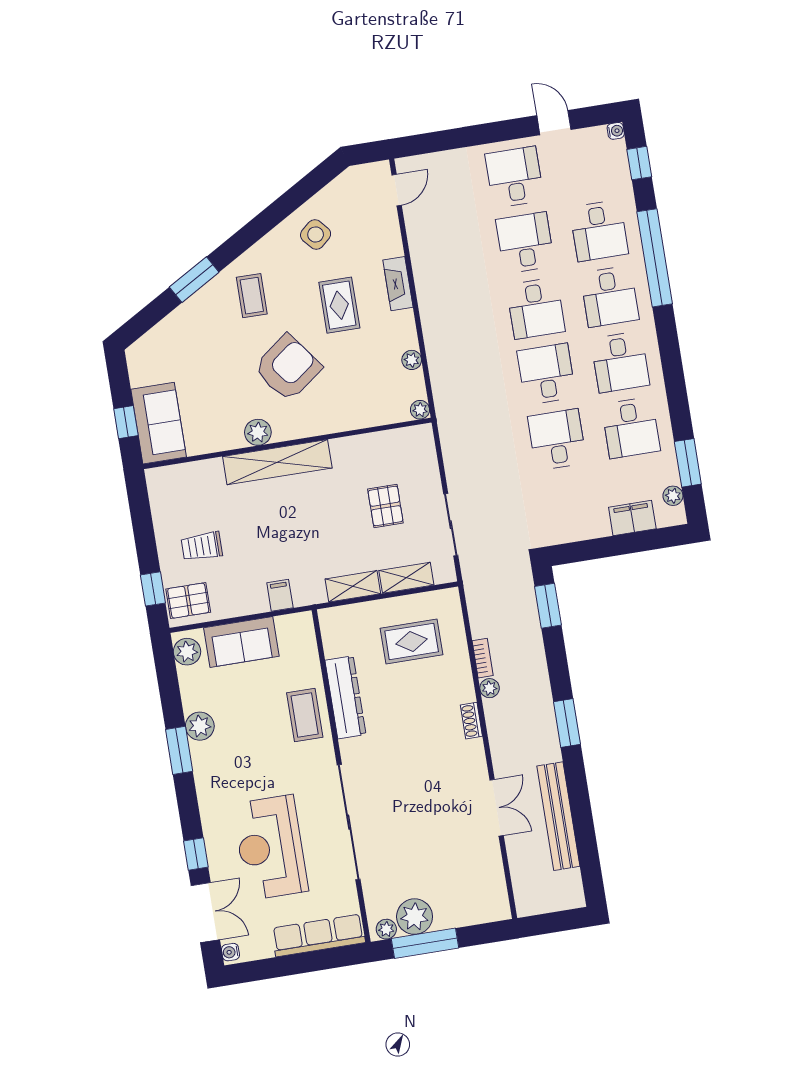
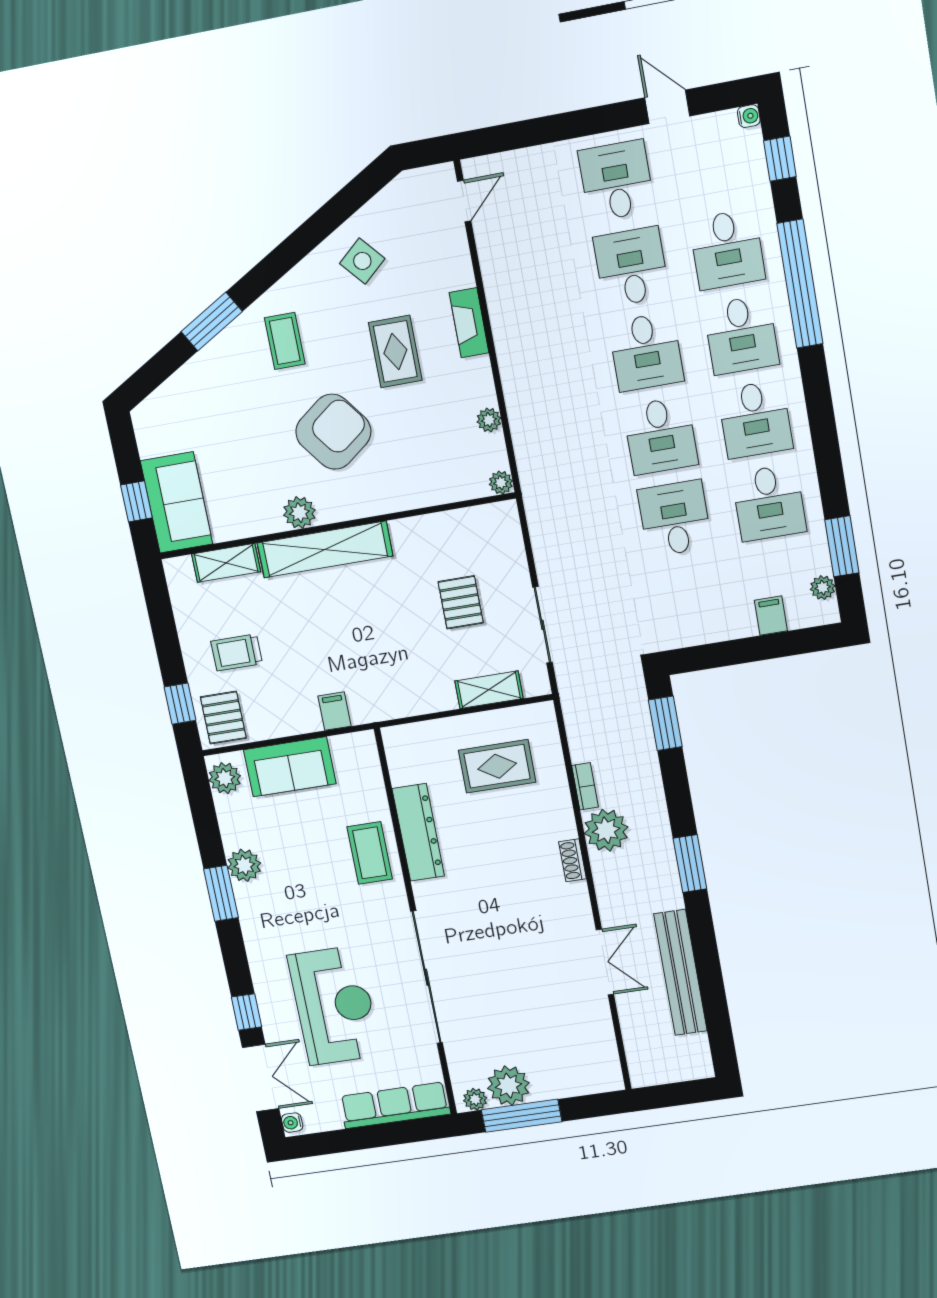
desk: (546, 374) -> (660, 436), turned 180
filing cabinet: (632, 518) -> (771, 616), width x0.50
shelving: (353, 586) -> (226, 563), moved
pallet: (188, 601) -> (223, 718), turned 90
plant: (490, 688) -> (606, 830), width x1.87, depth x1.87
reception desk: (270, 847) -> (334, 1005), turned 180

